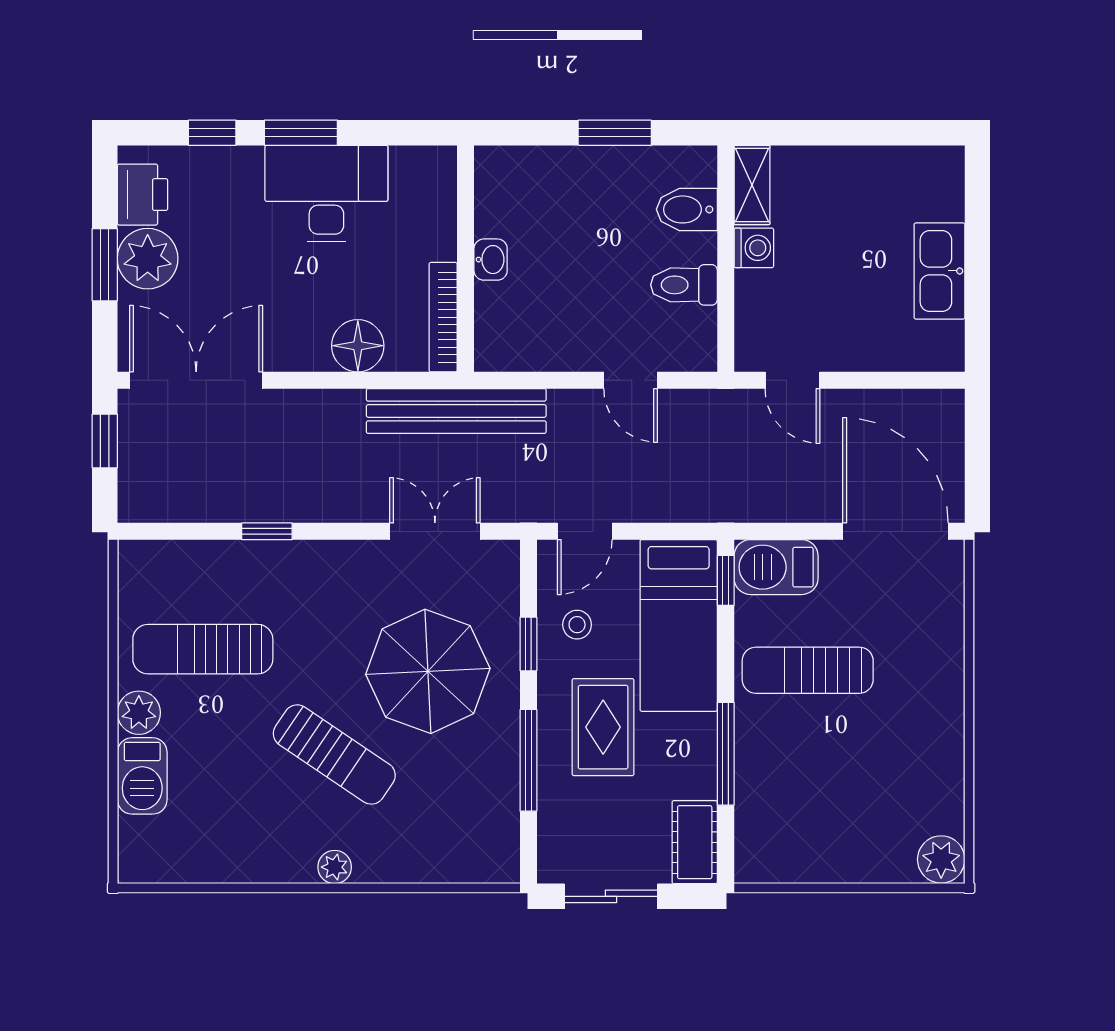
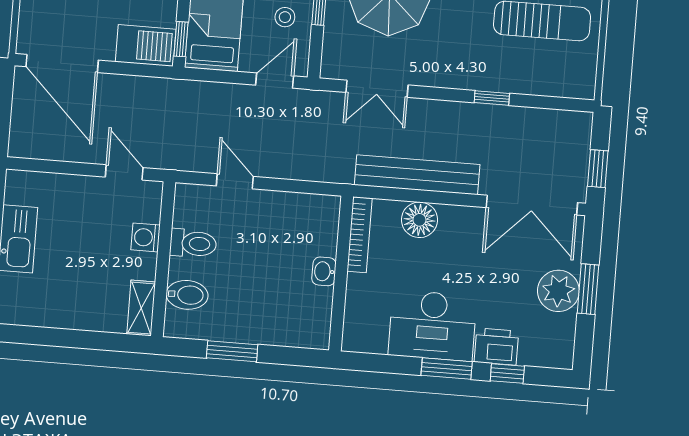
printer: (142, 195) -> (496, 347), moved, turned 90
washing machine: (754, 248) -> (146, 237), moved
bench: (456, 411) -> (417, 175), moved

